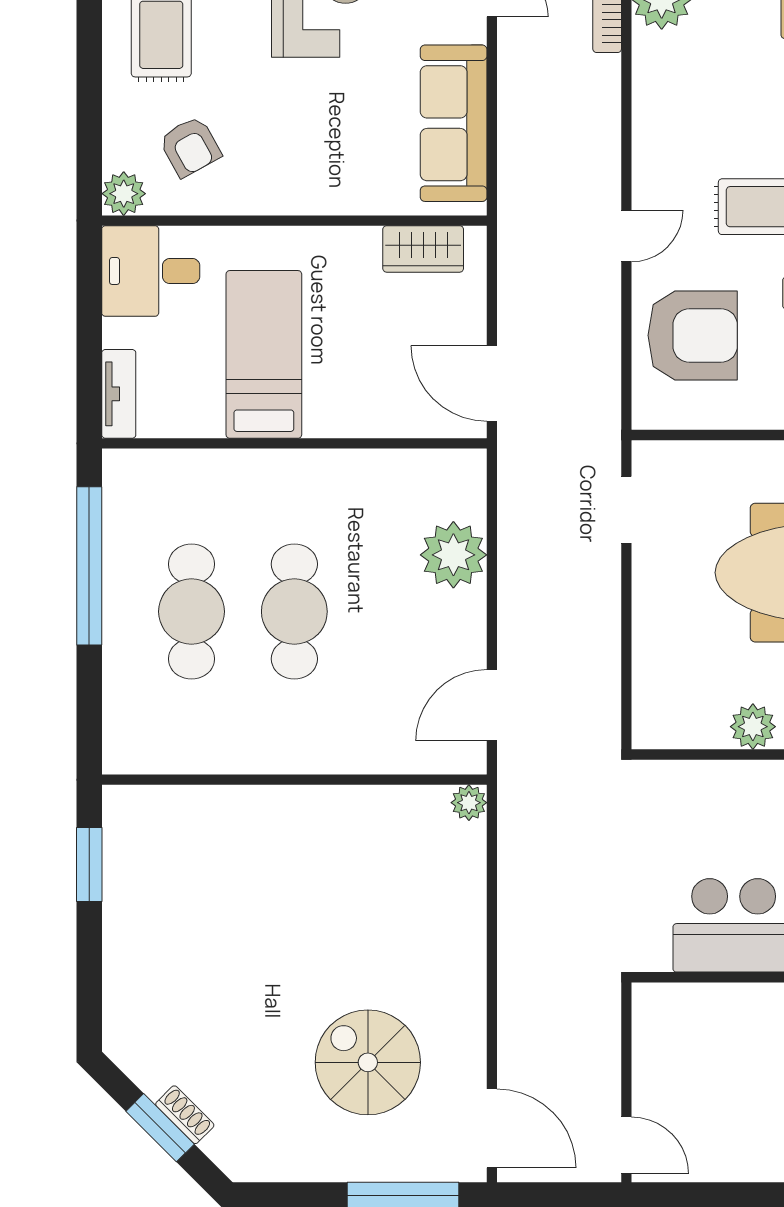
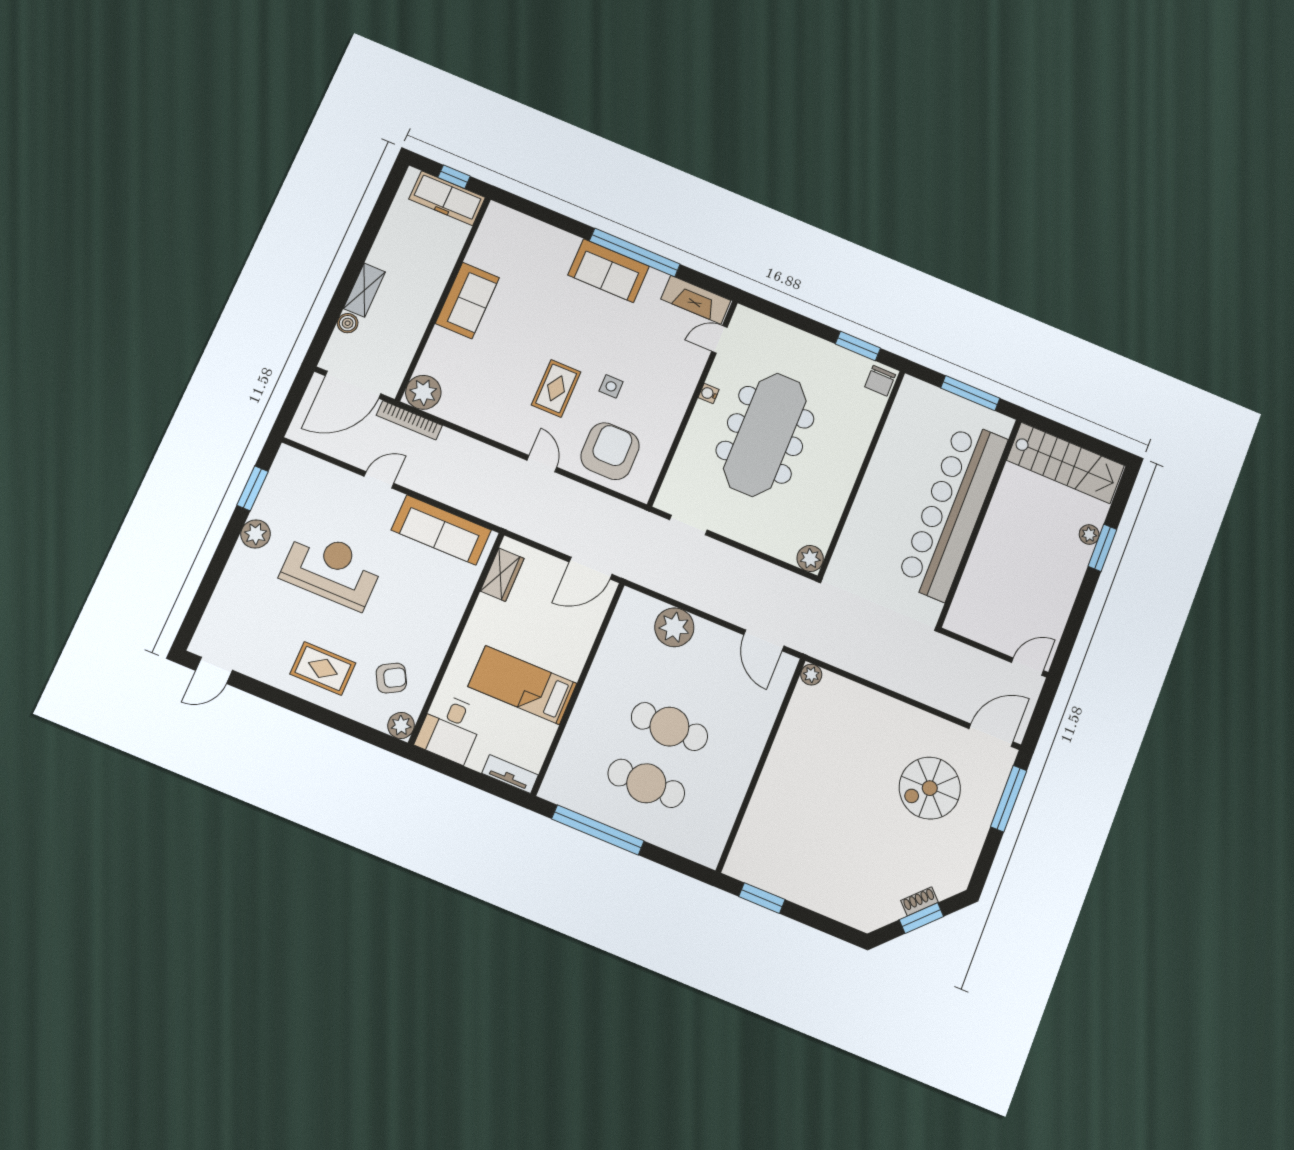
plant: (753, 727) -> (810, 558), moved

